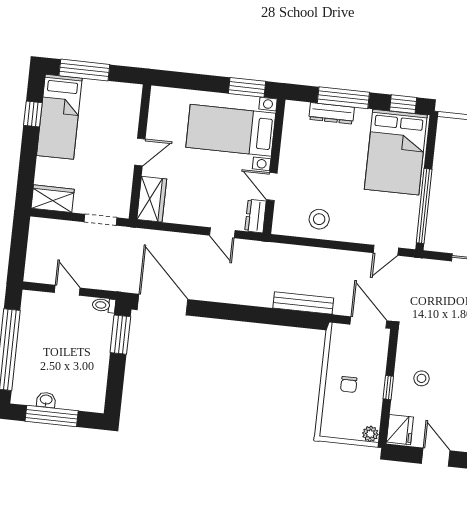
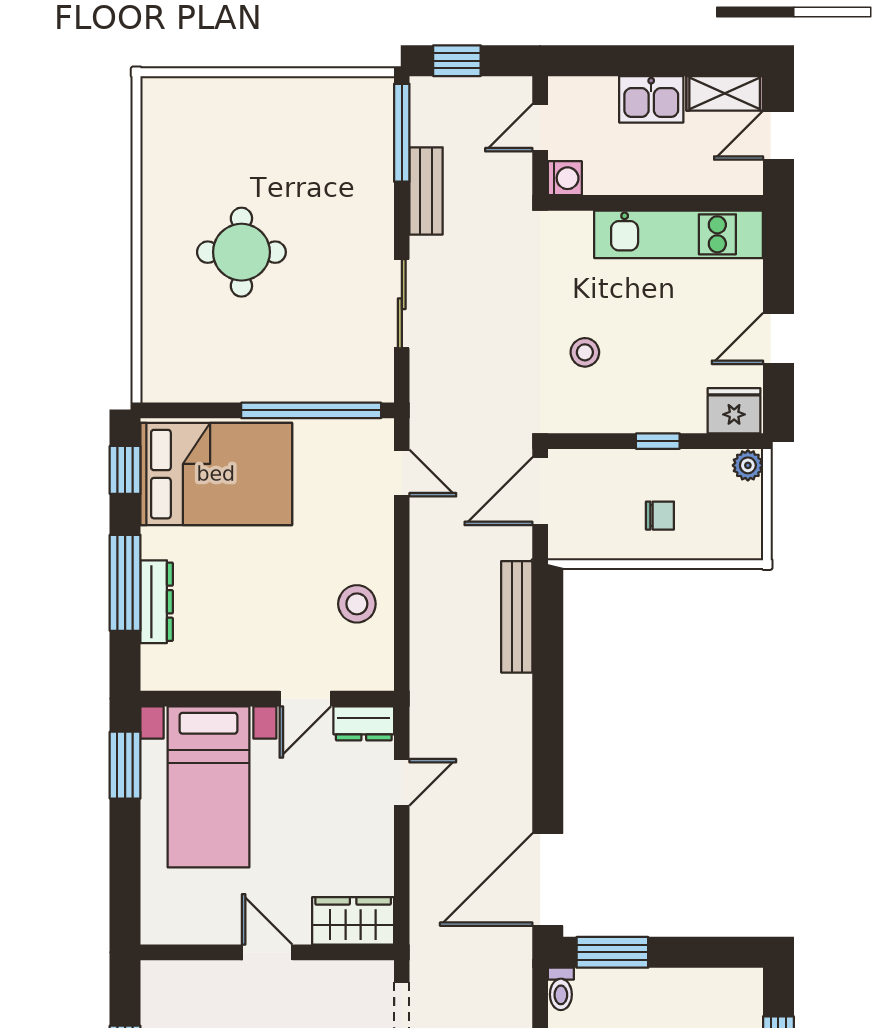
stool: (422, 378) -> (585, 352), moved

